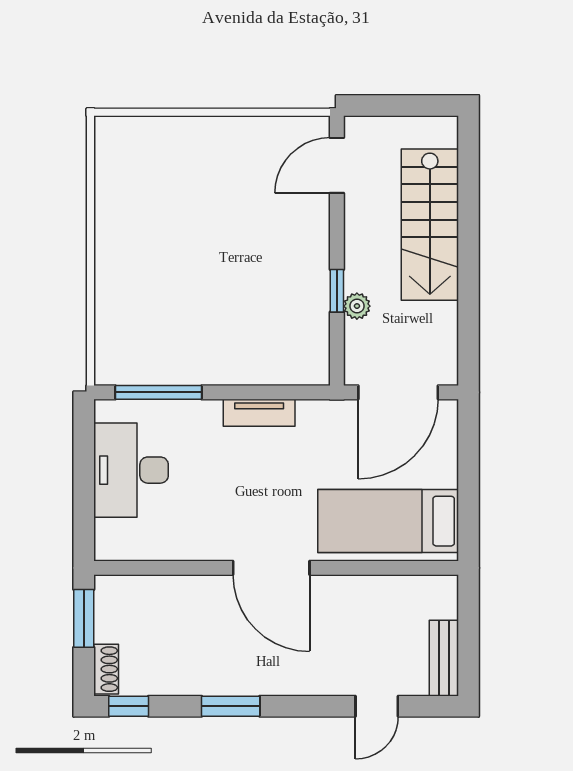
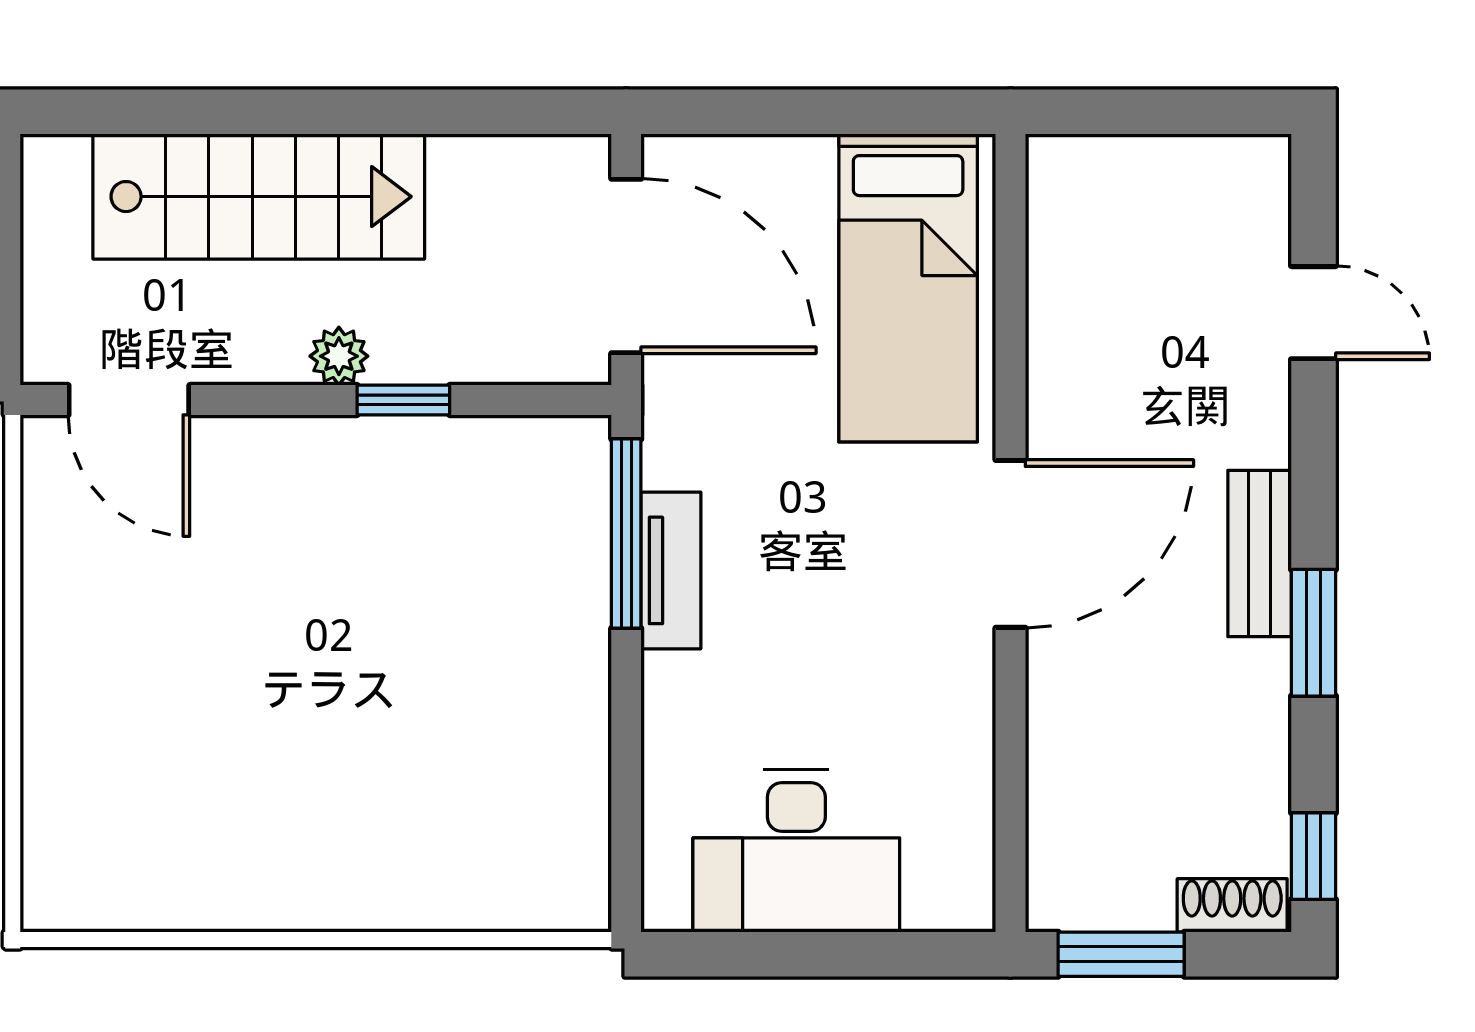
plant: (357, 306) -> (339, 356), moved
window: (158, 392) -> (626, 534), moved
bench: (444, 658) -> (1260, 553), moved, turned 90

